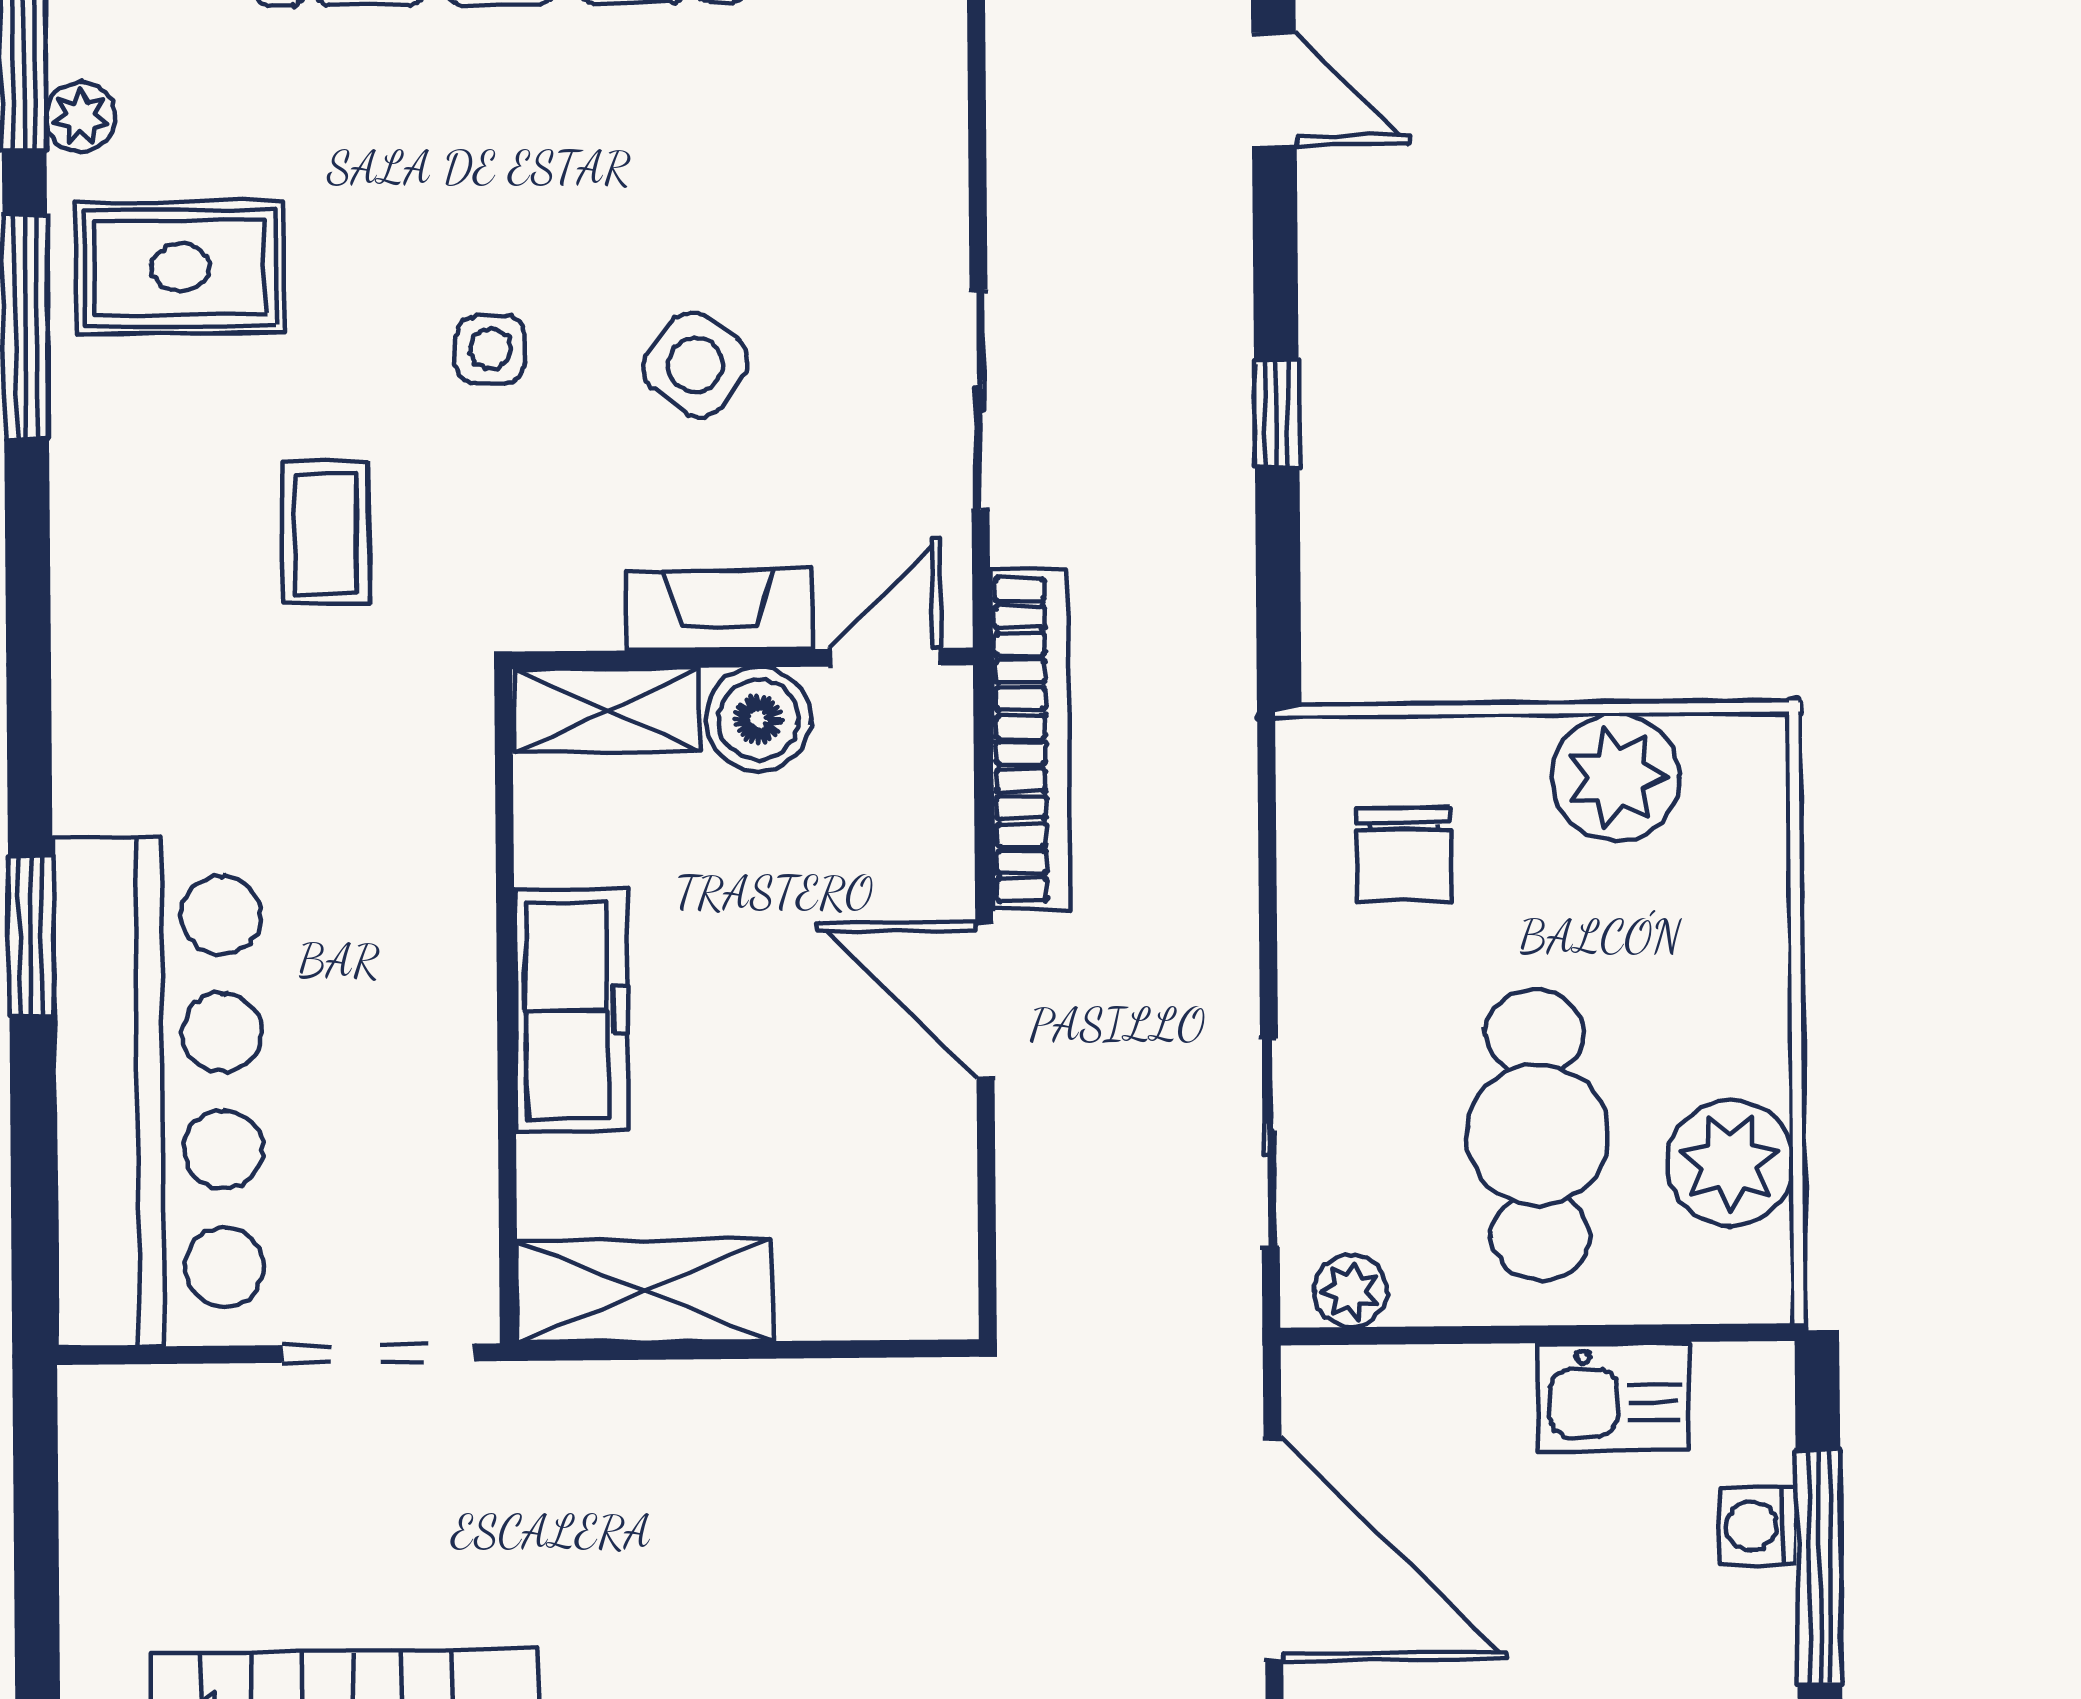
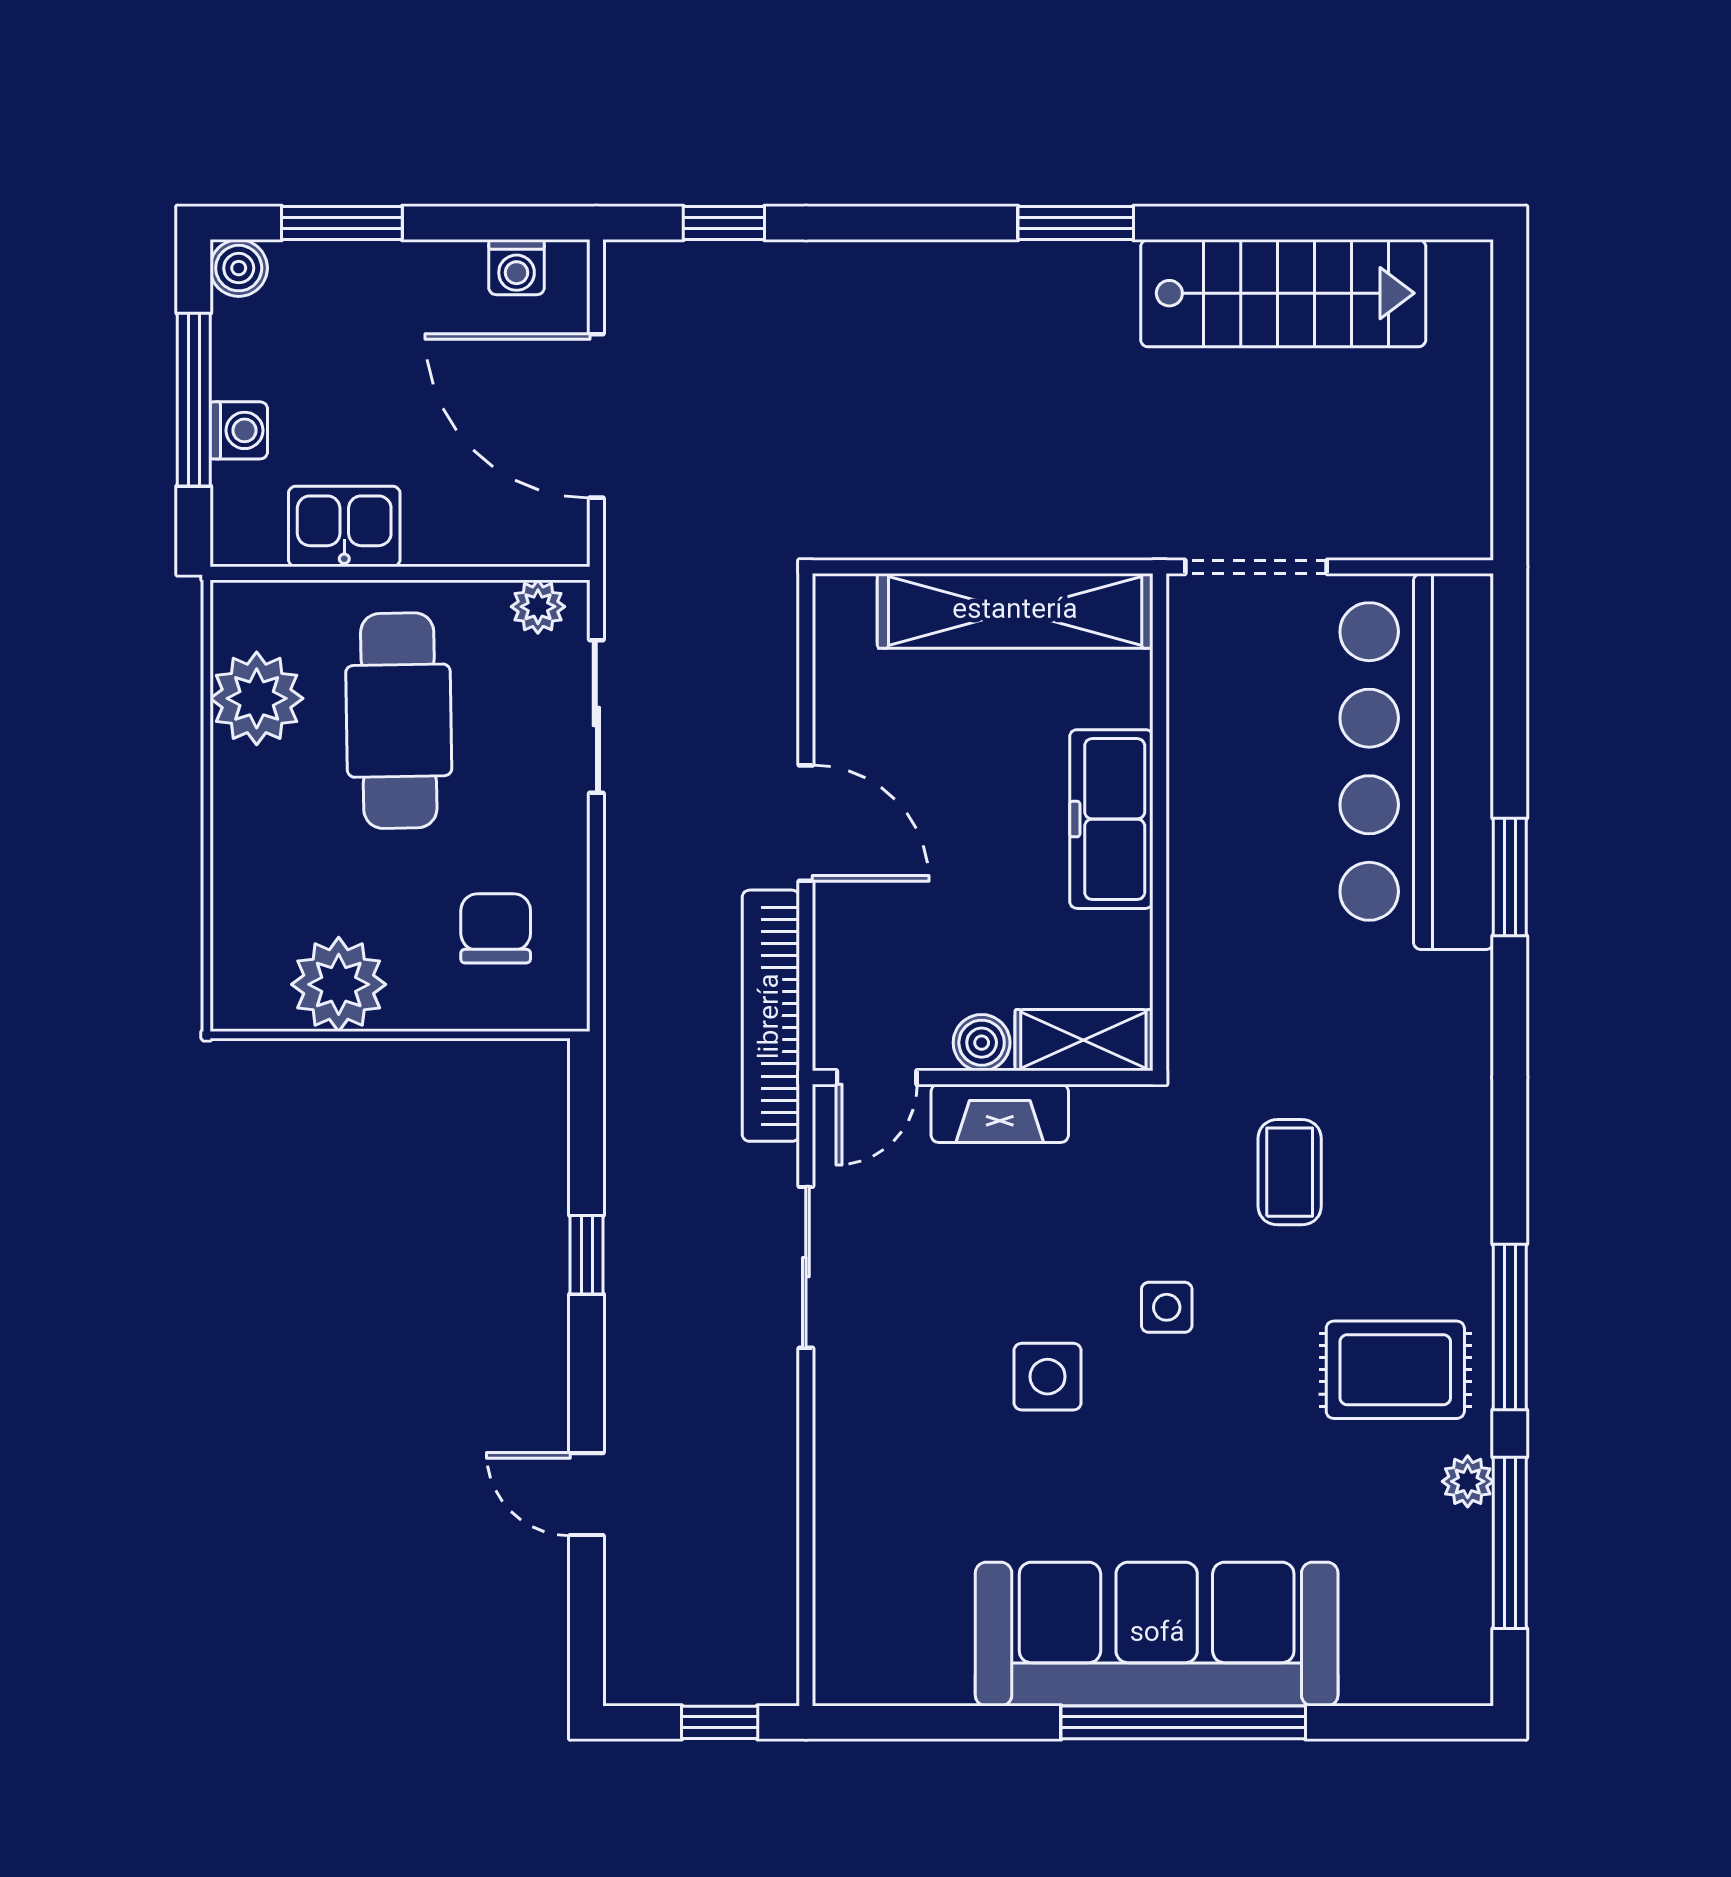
side table: (695, 365) -> (1048, 1377), moved, turned -36
boiler: (758, 719) -> (982, 1043), width x0.73, depth x0.73
shelving: (645, 1291) -> (1015, 611), width x1.47

